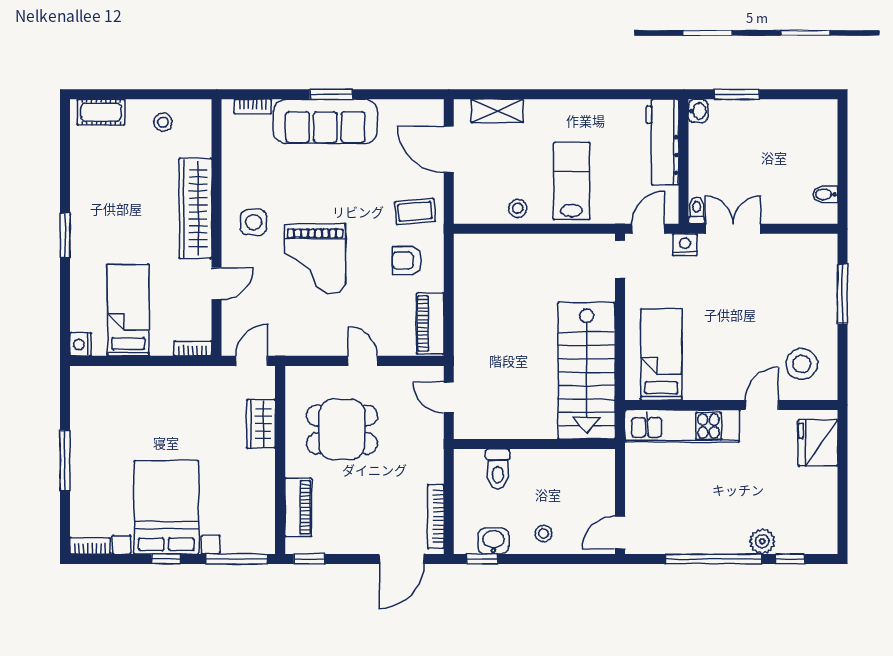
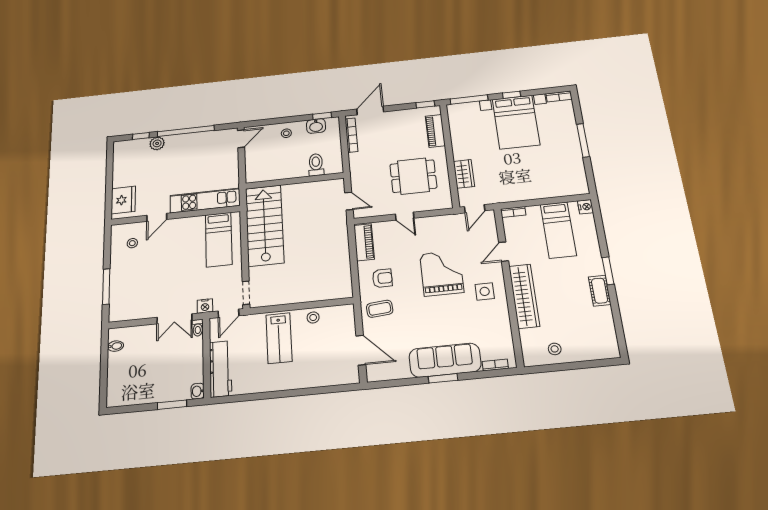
shelving: (497, 111) -> (330, 378), removed
cot: (101, 112) -> (600, 291), moved, turned 90
stool: (802, 364) -> (132, 243), width x0.53, depth x0.53

